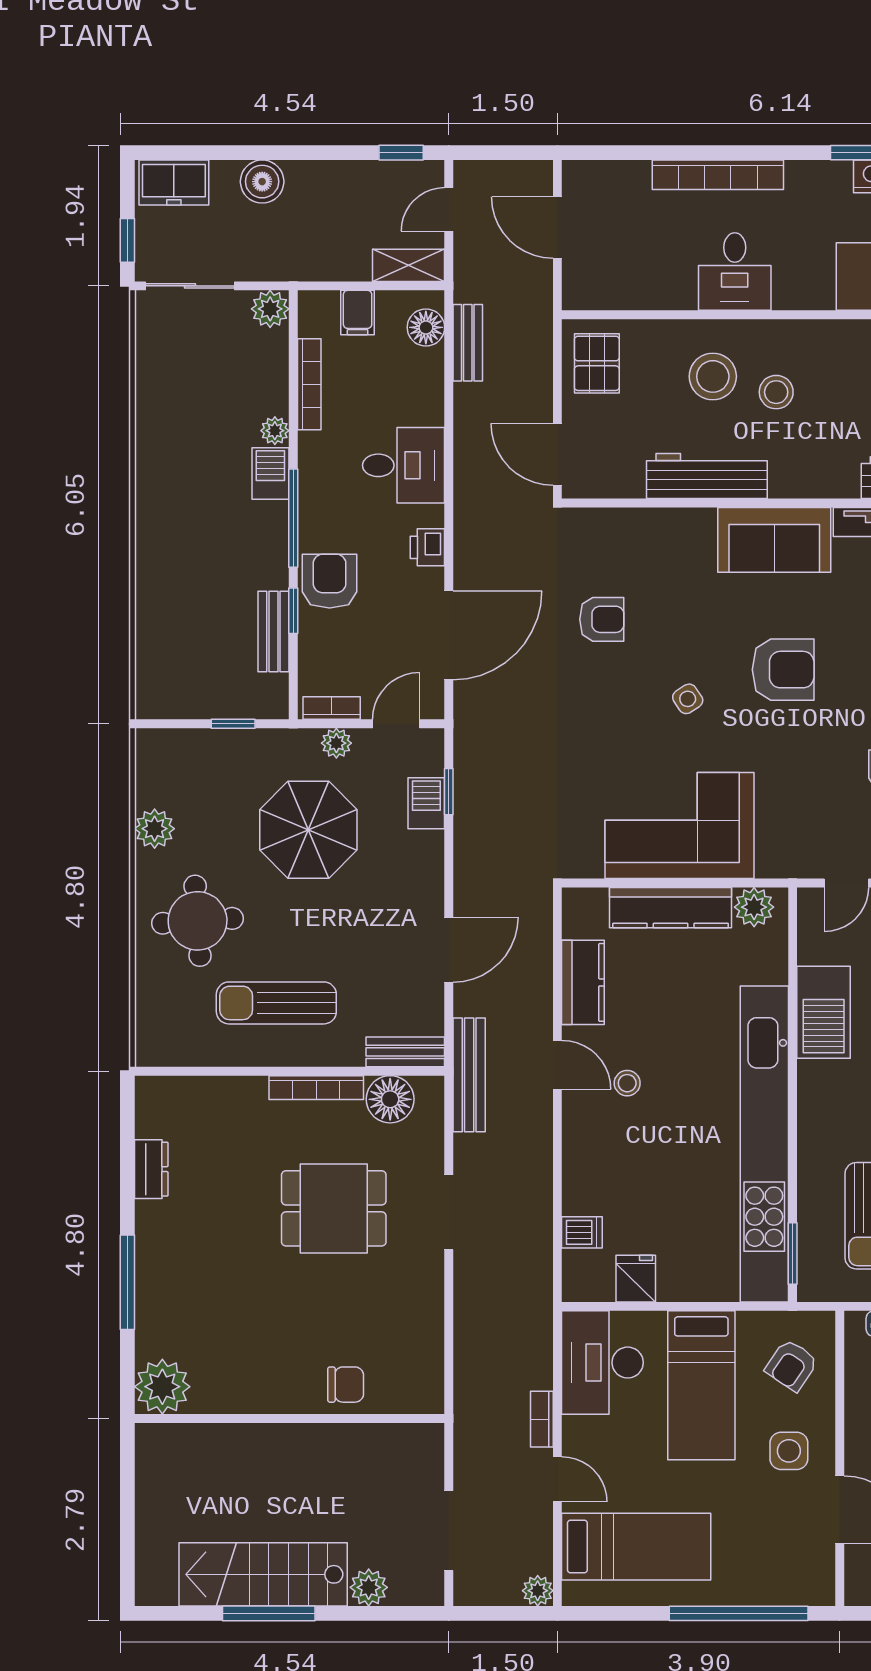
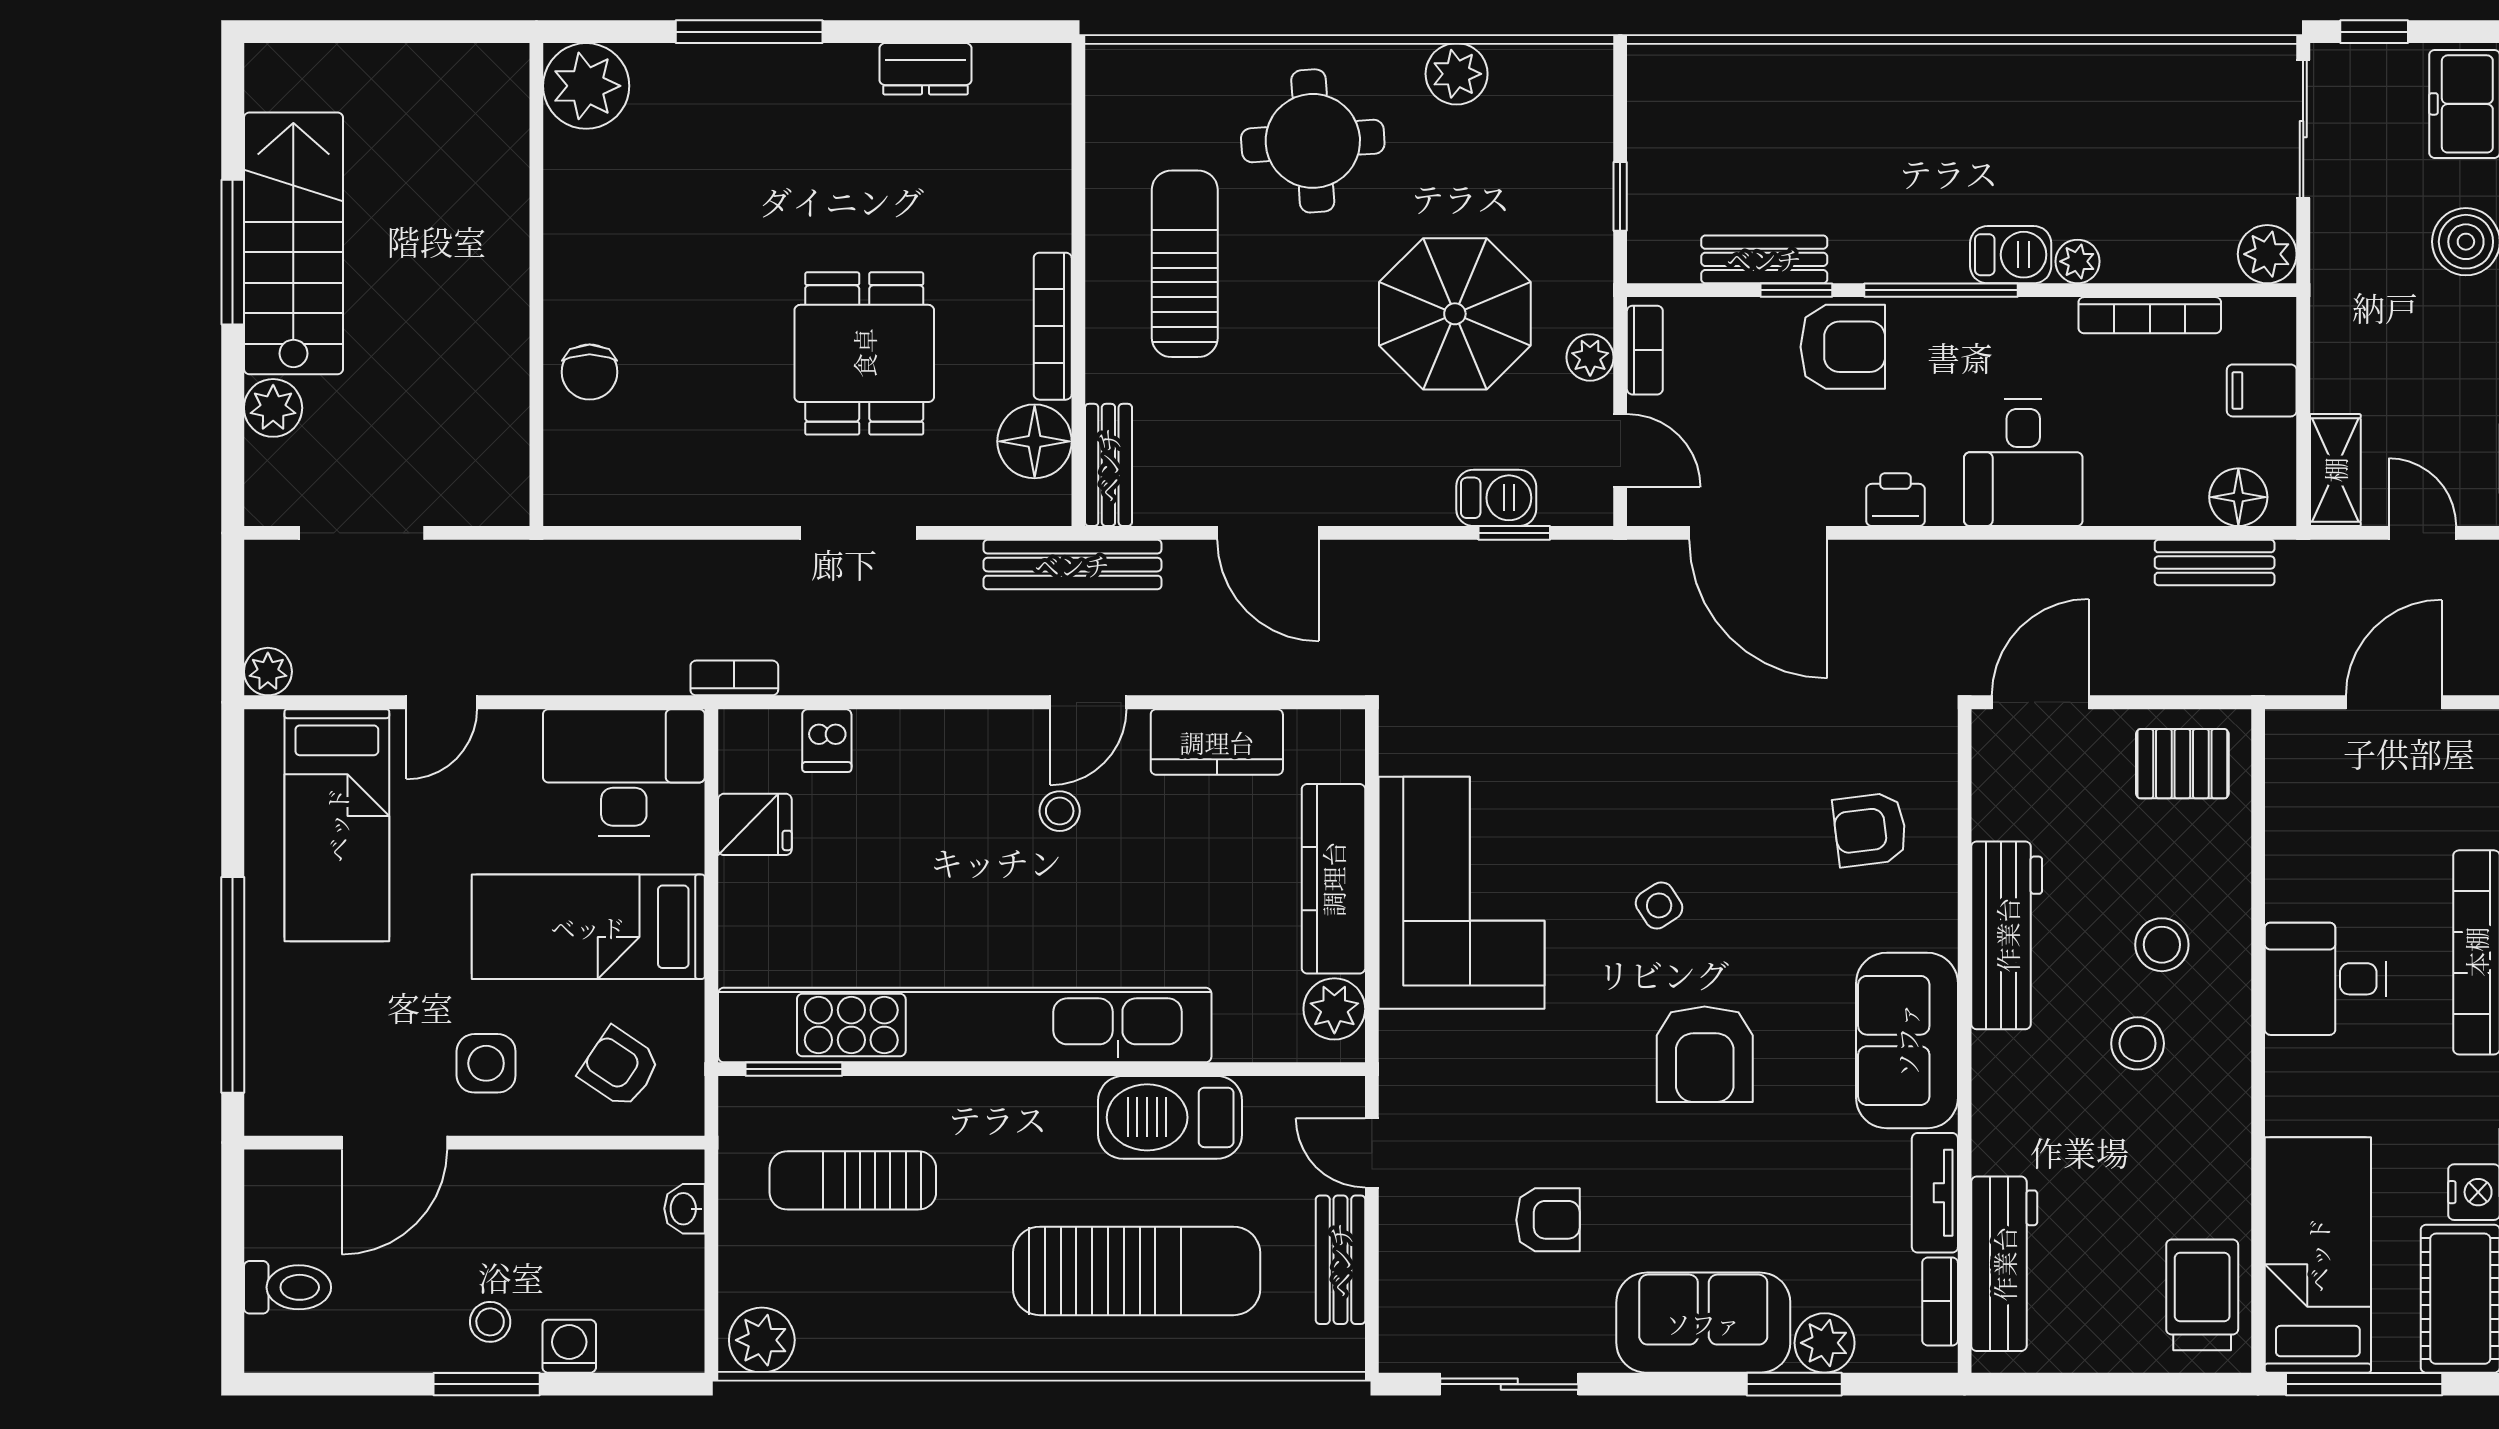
stool: (713, 376) -> (2162, 945), width x0.73, depth x0.73
armchair: (602, 619) -> (1870, 830), moved, turned 83
bookcase: (542, 1419) -> (734, 678), moved

